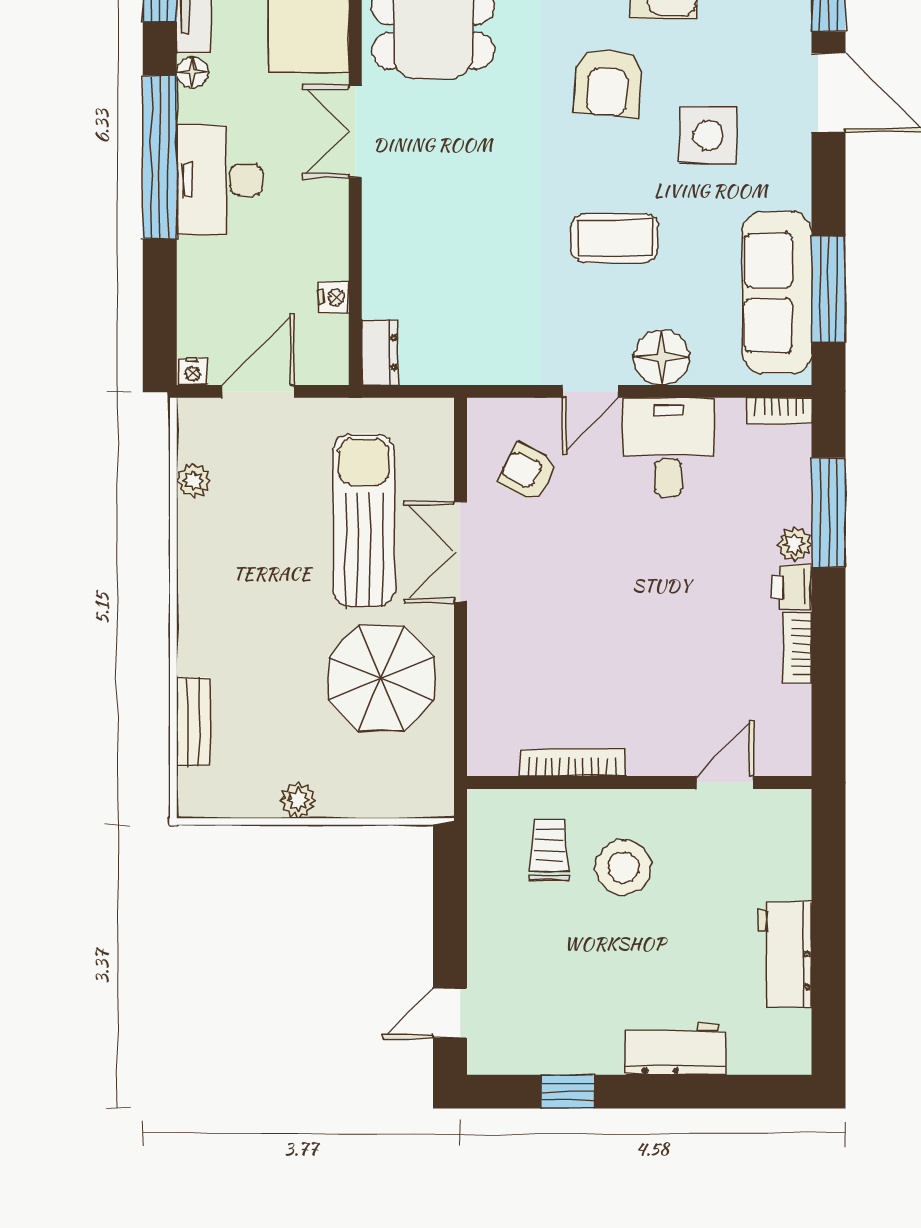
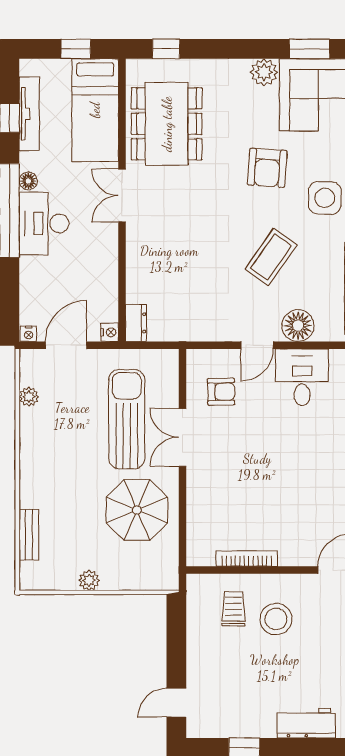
floor lamp: (192, 72) -> (28, 181), moved
coffee table: (614, 238) -> (271, 257), turned -55
nightstand: (334, 297) -> (110, 332), moved
armchair: (528, 472) -> (221, 392), turned 153

